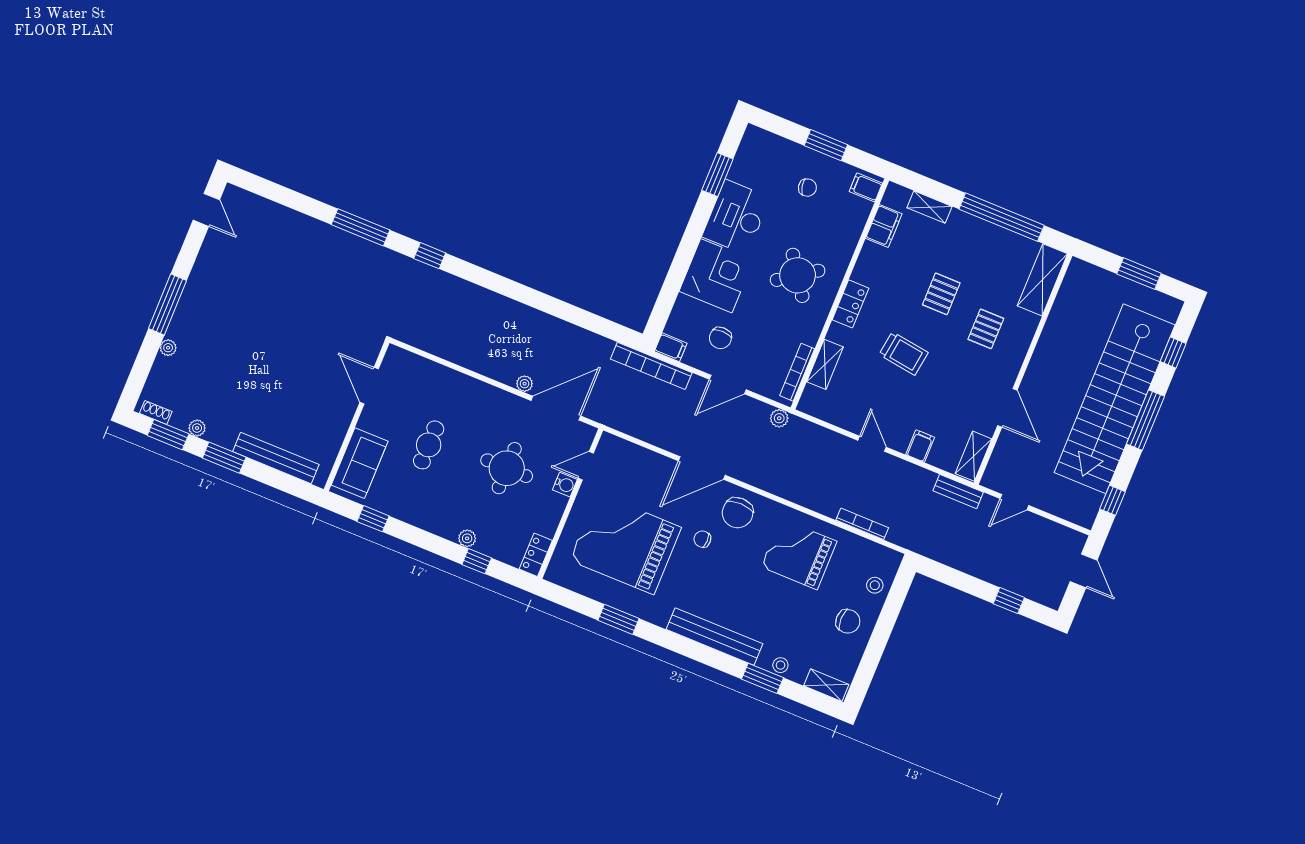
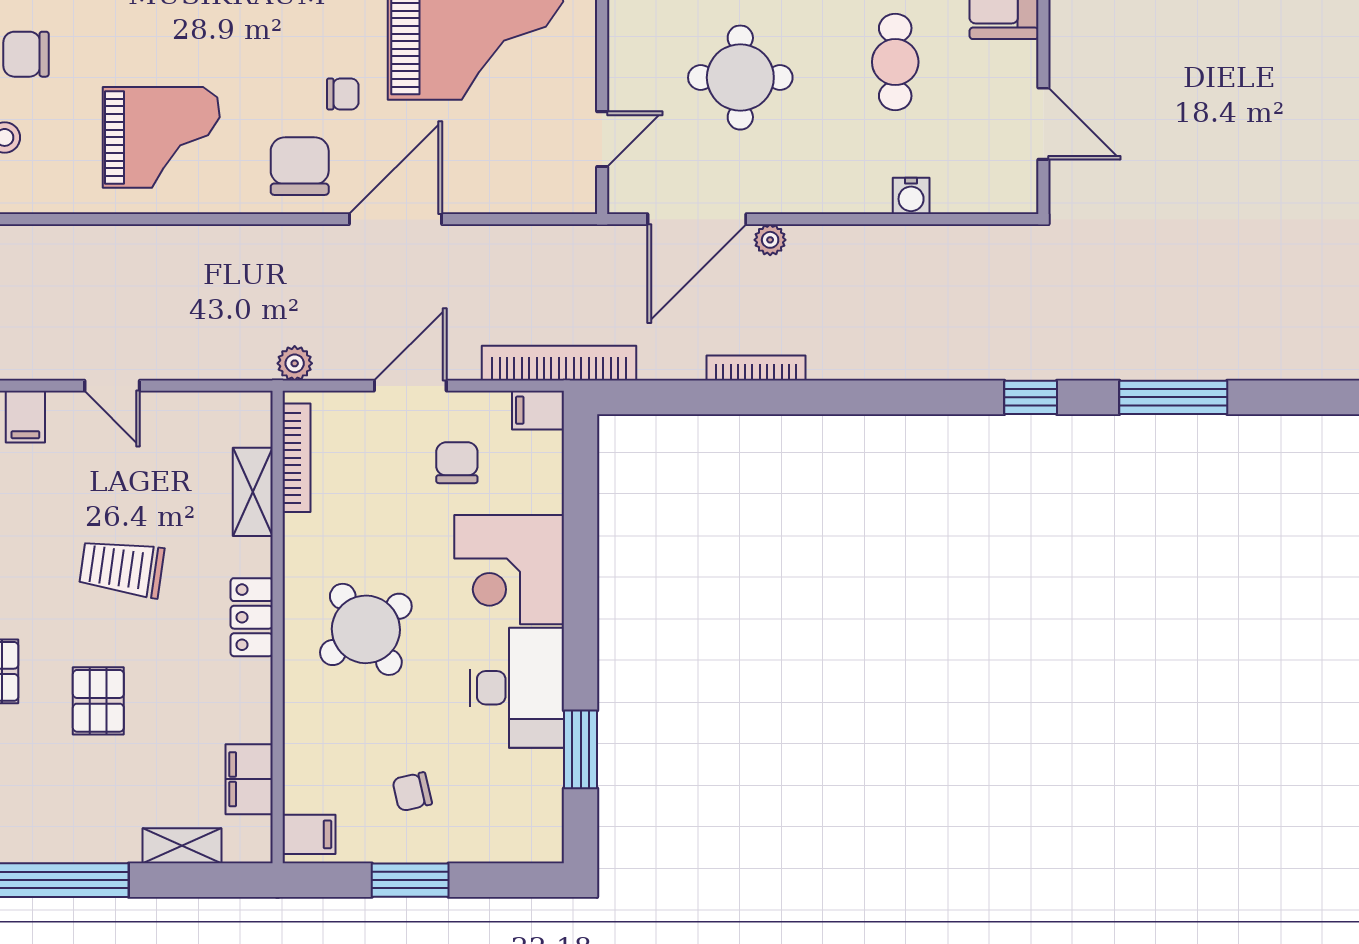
water cooler: (565, 485) -> (911, 196), moved, turned -90
bookcase: (862, 524) -> (756, 368), moved, turned 180

